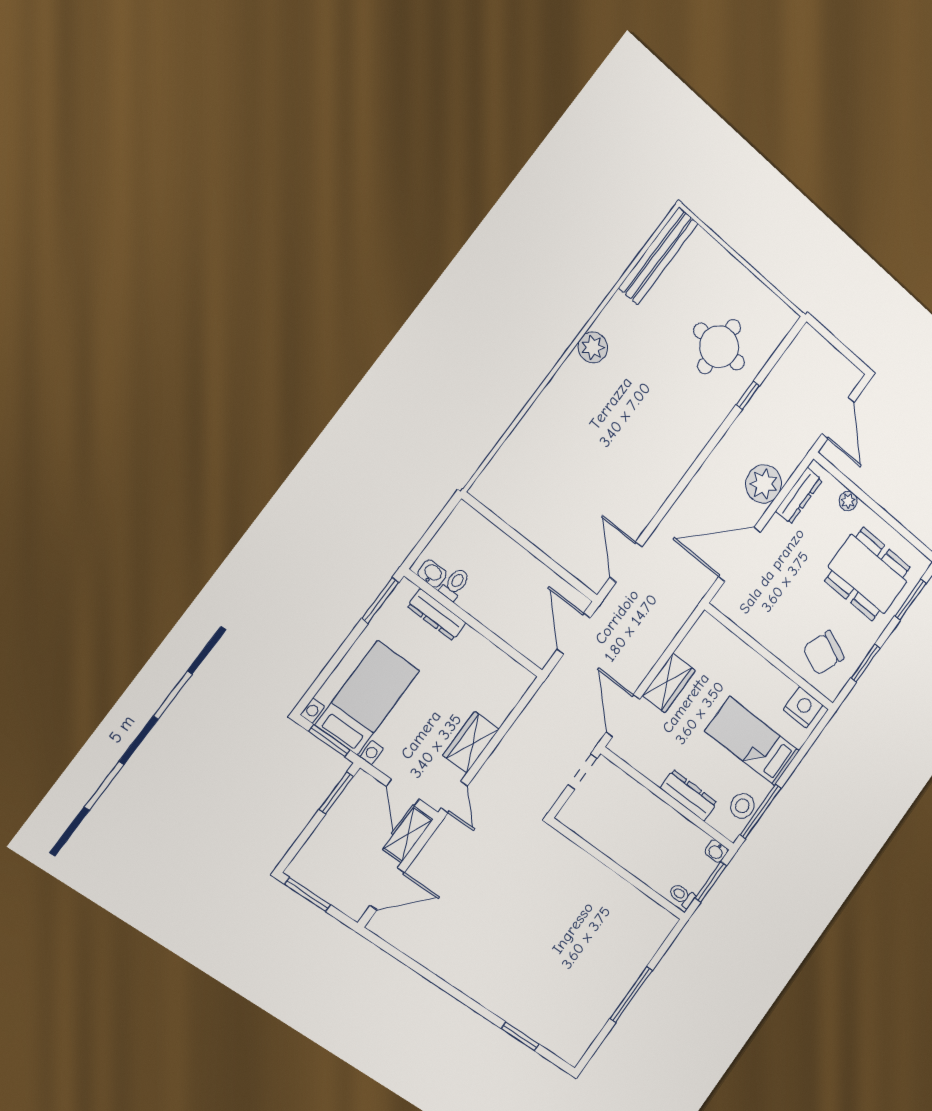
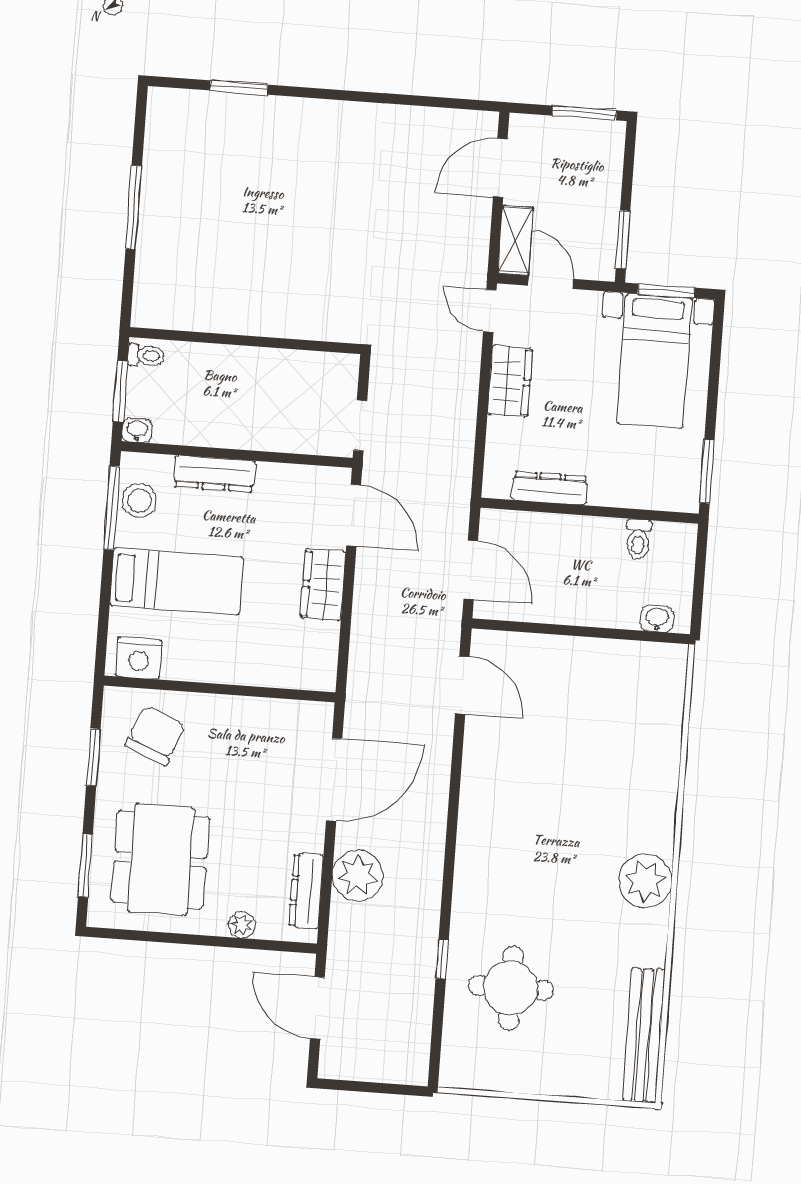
plant: (593, 347) -> (645, 881), width x1.36, depth x1.36
washbasin: (432, 574) -> (657, 619), moved, turned 180
dining table: (868, 574) -> (160, 859), turned 90
dresser: (437, 615) -> (550, 488), moved

